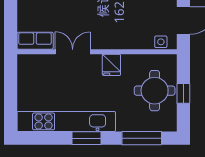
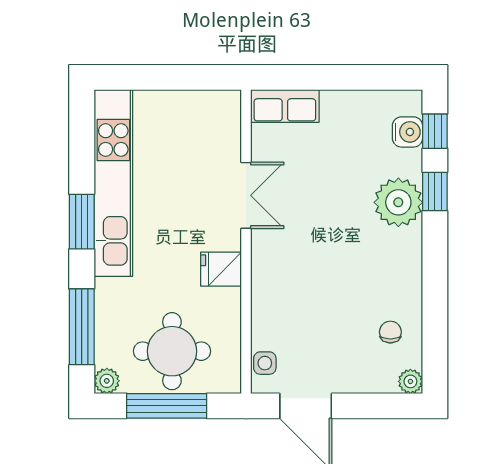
row of seats: (35, 41) -> (285, 106), moved, turned 90
window: (183, 93) -> (167, 406), width x2.17
plant: (170, 125) -> (107, 381), added

